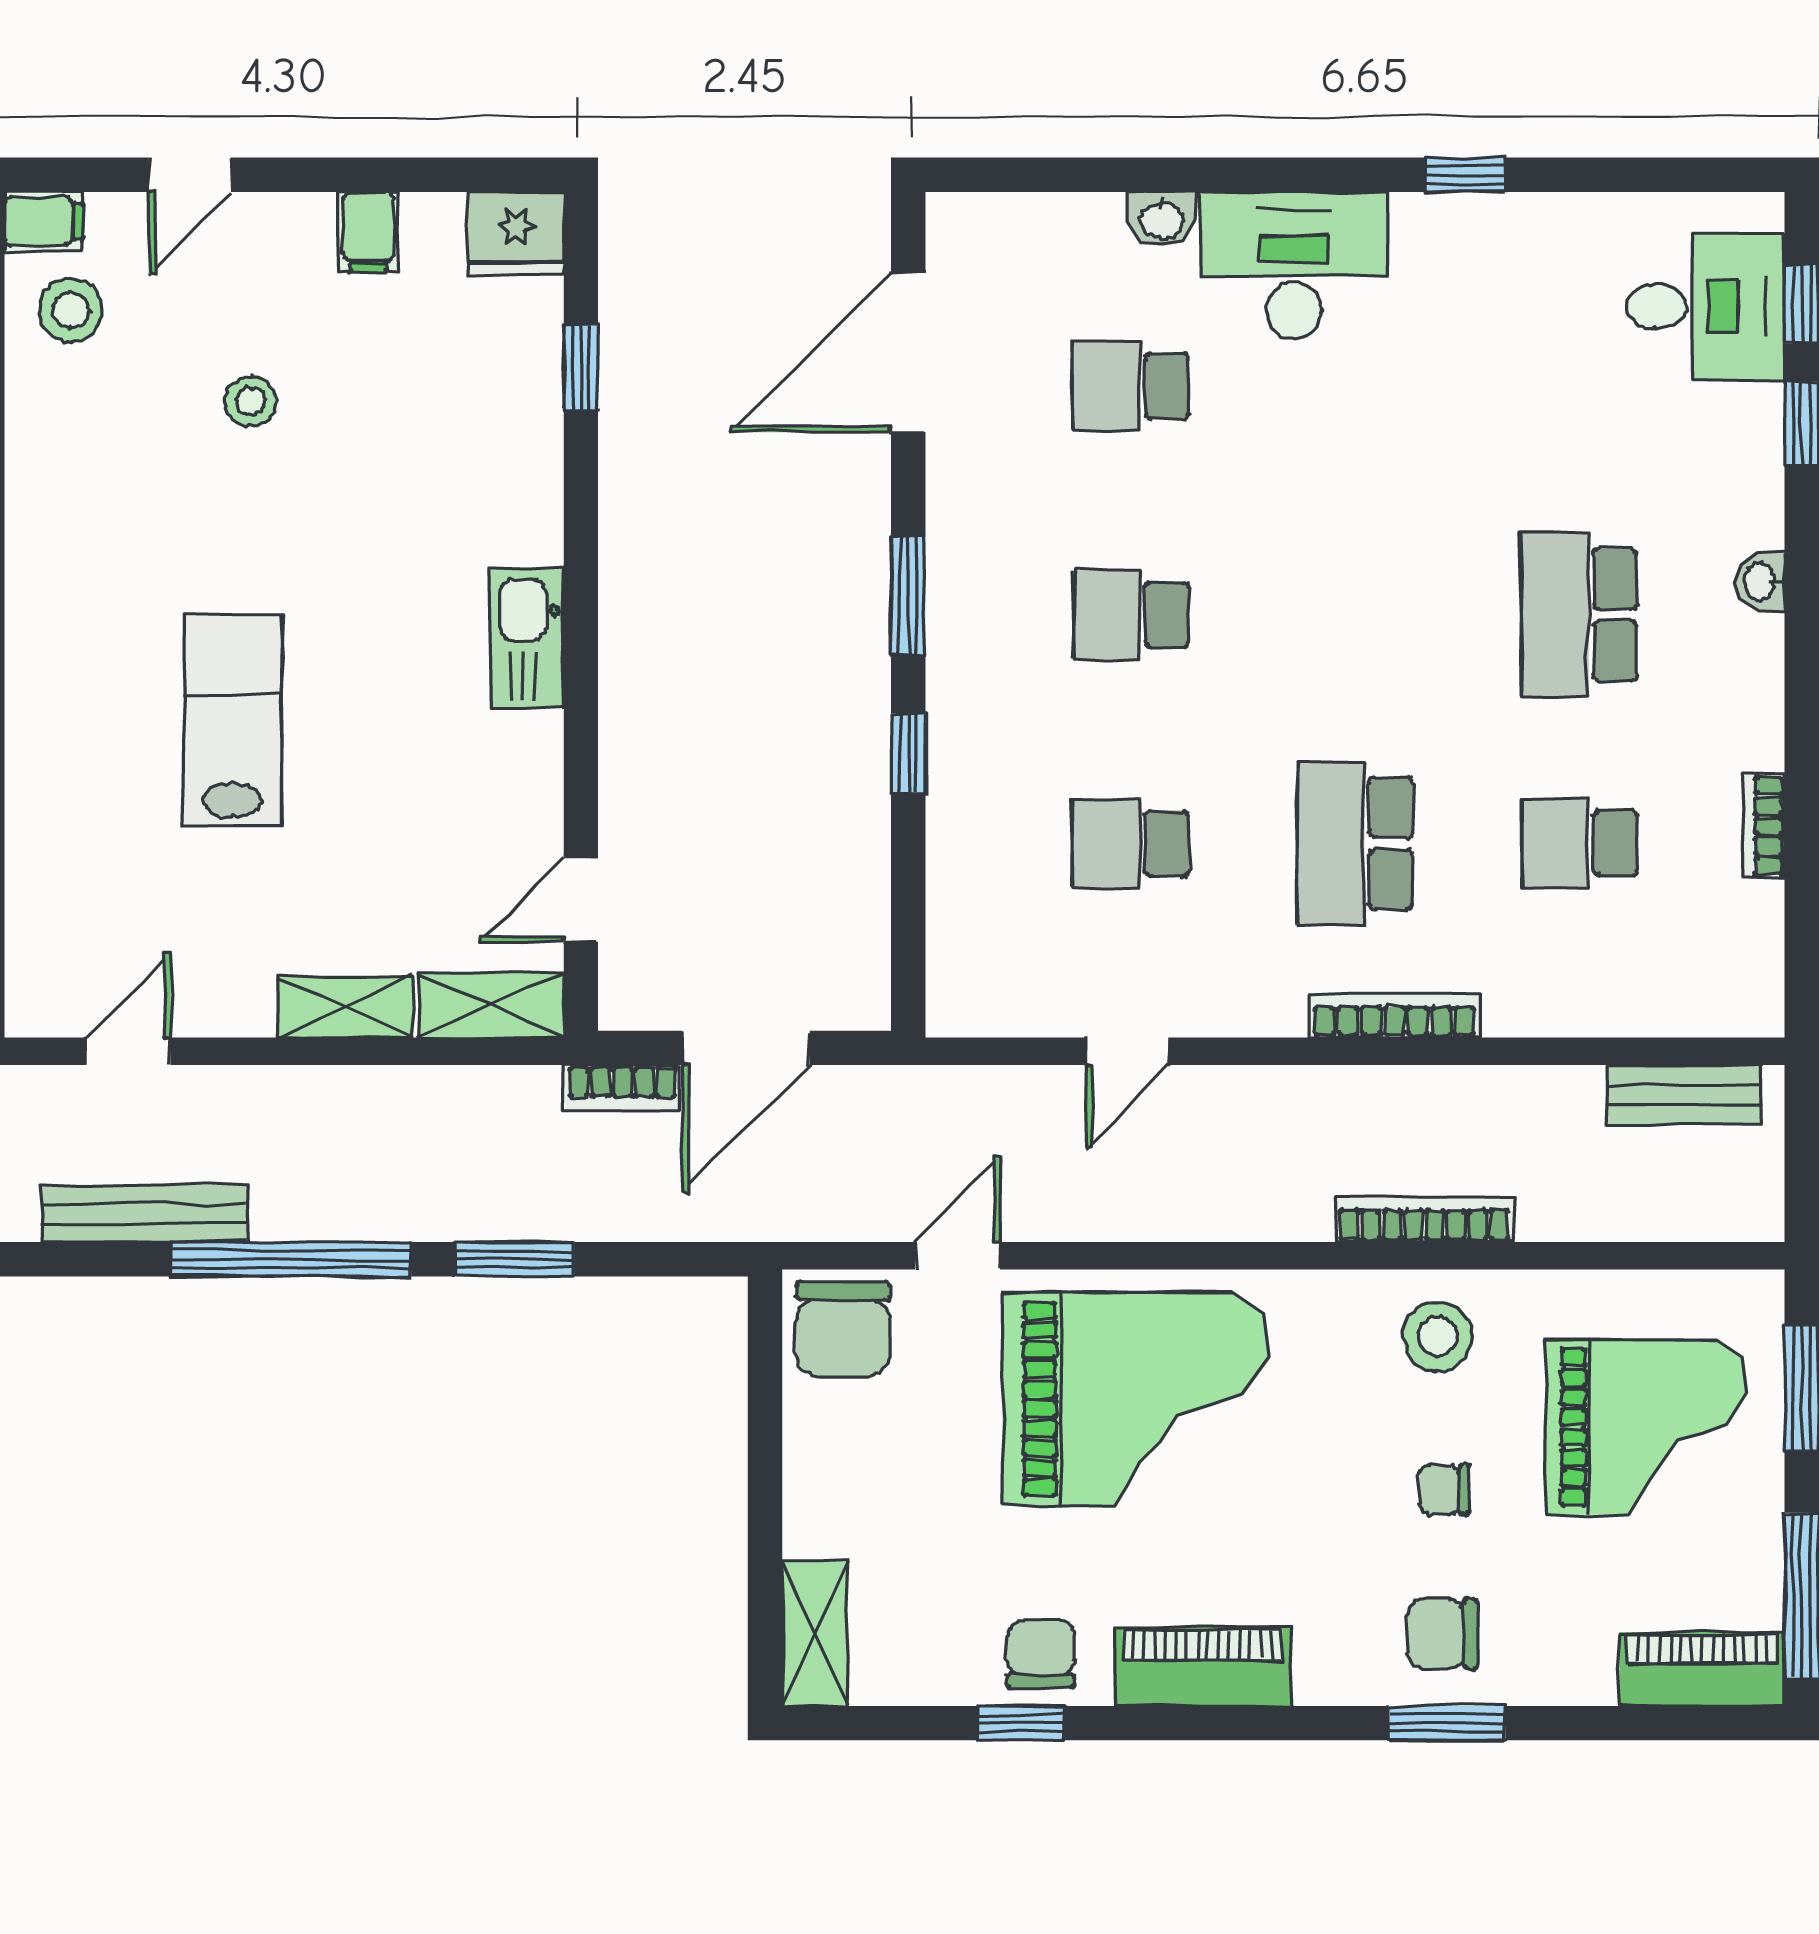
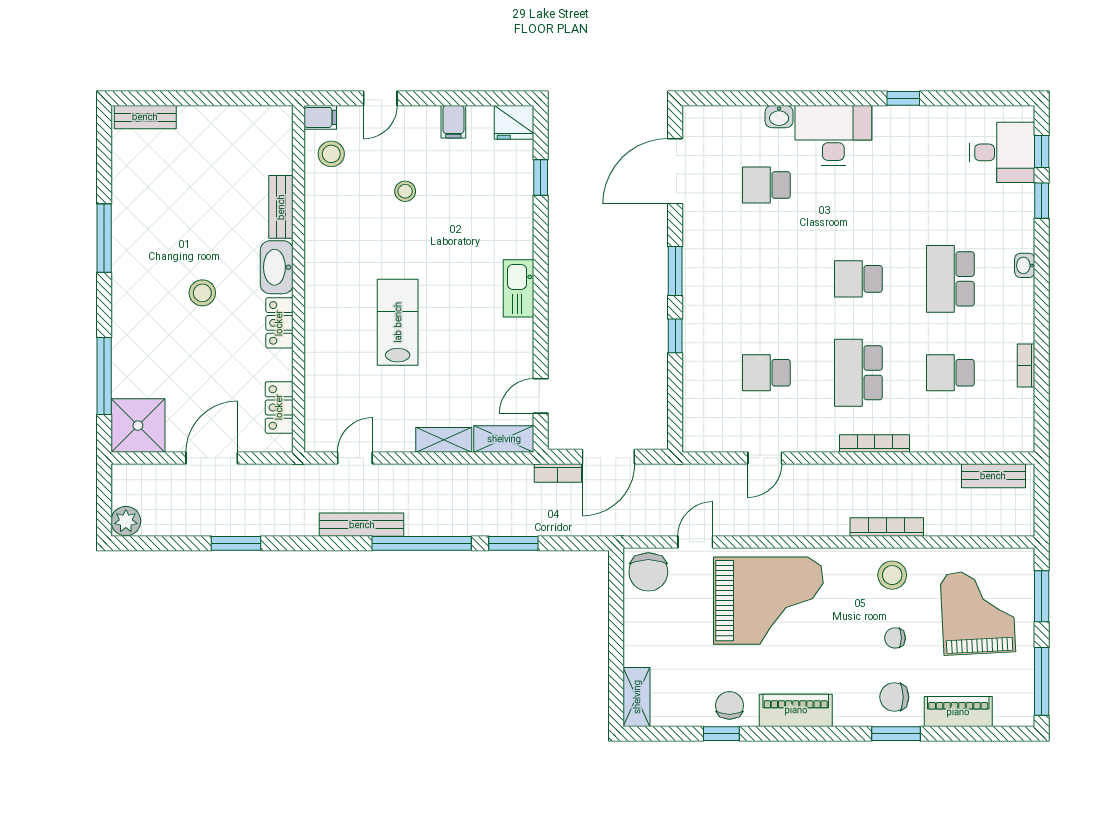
school desk: (1131, 615) -> (858, 279), moved
grand piano: (1646, 1428) -> (978, 612), turned -93
piano: (1702, 1669) -> (958, 712), moved

